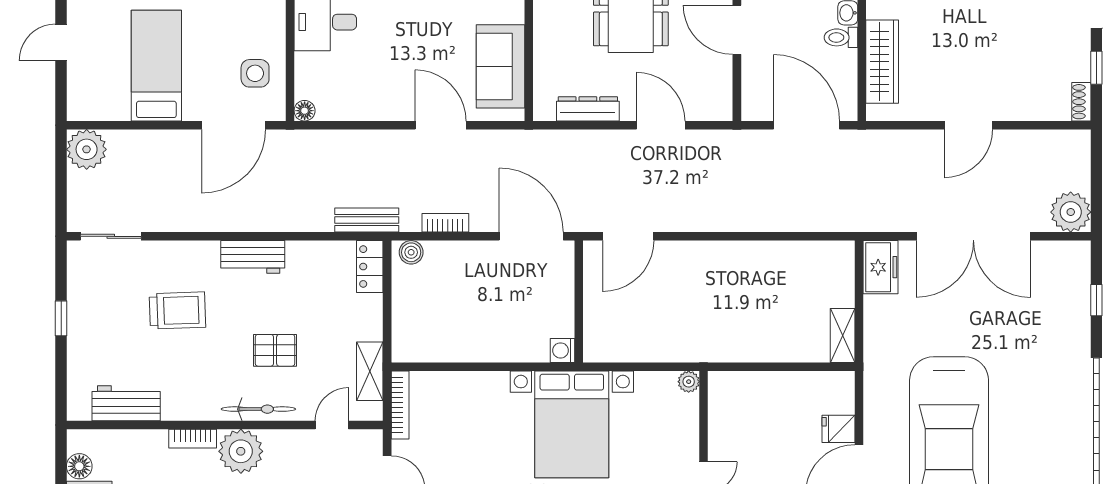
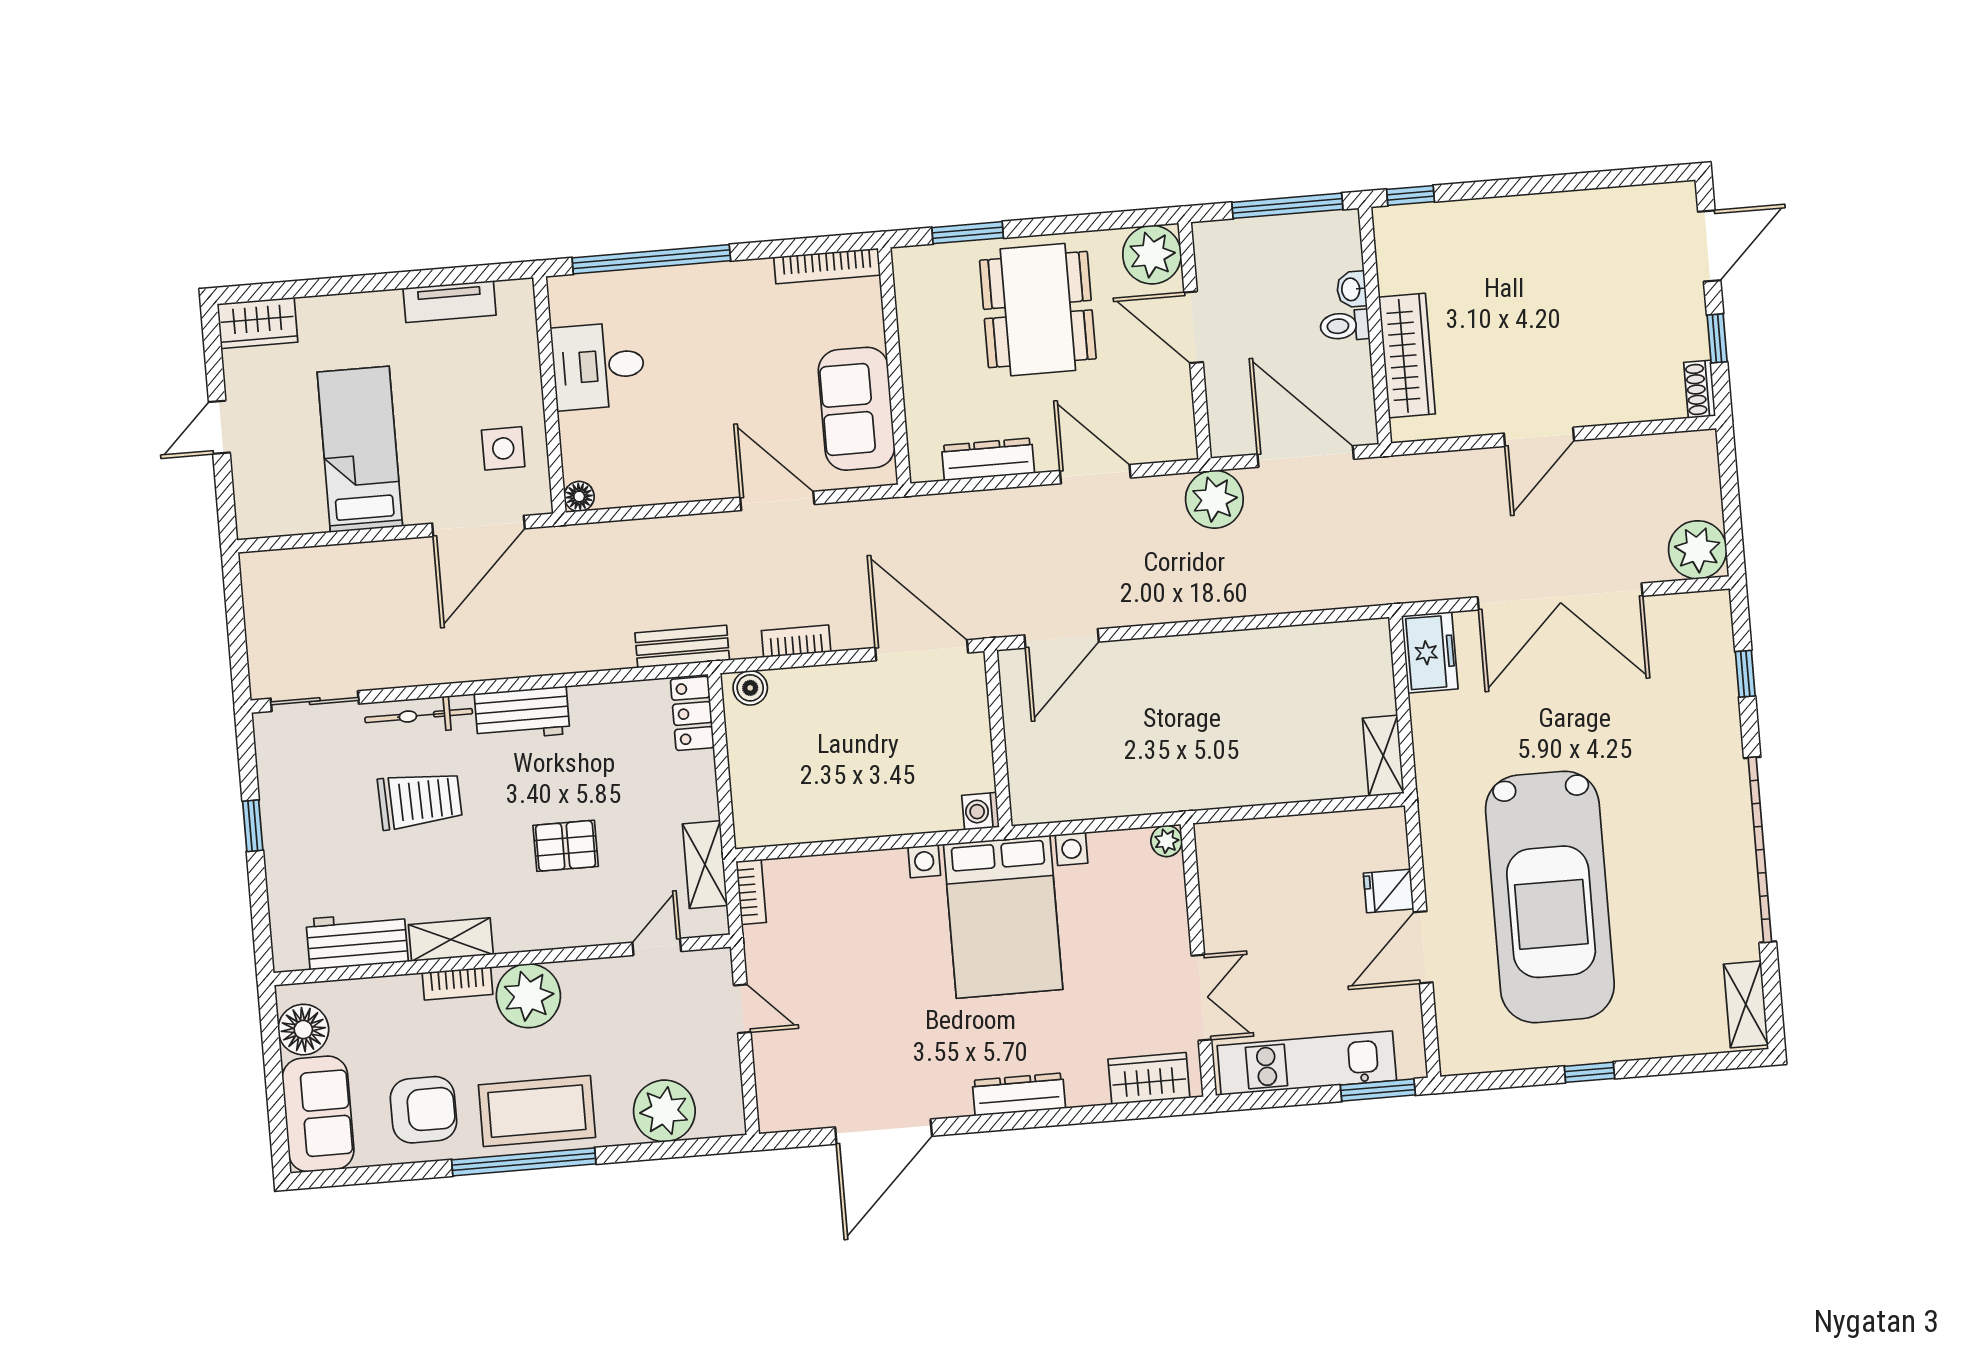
plant: (87, 149) -> (1214, 499), moved
bookcase: (400, 405) -> (751, 892), width x0.64
shelving: (191, 408) -> (451, 940), added
bicycle: (258, 409) -> (419, 716), moved, turned 180
floor lamp: (79, 466) -> (303, 1030), width x1.38, depth x1.38

